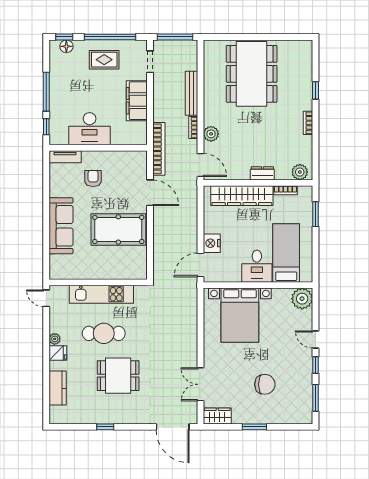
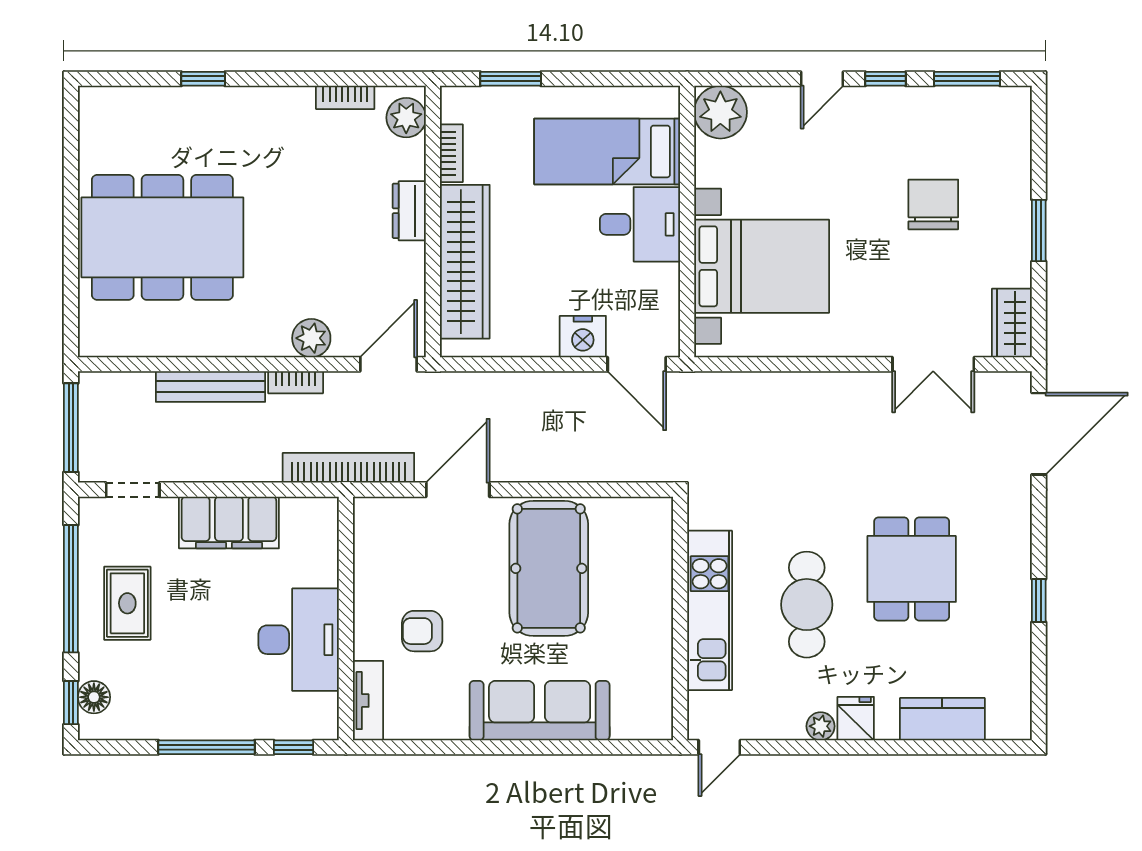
bookcase: (308, 123) -> (345, 97), moved

